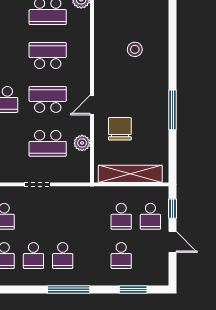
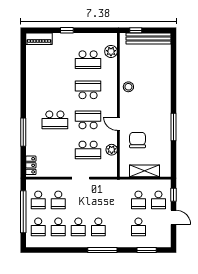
stool: (135, 49) -> (128, 87), moved
door: (92, 105) -> (118, 124), hinge flipped
shelving: (130, 174) -> (145, 171), width x0.68

